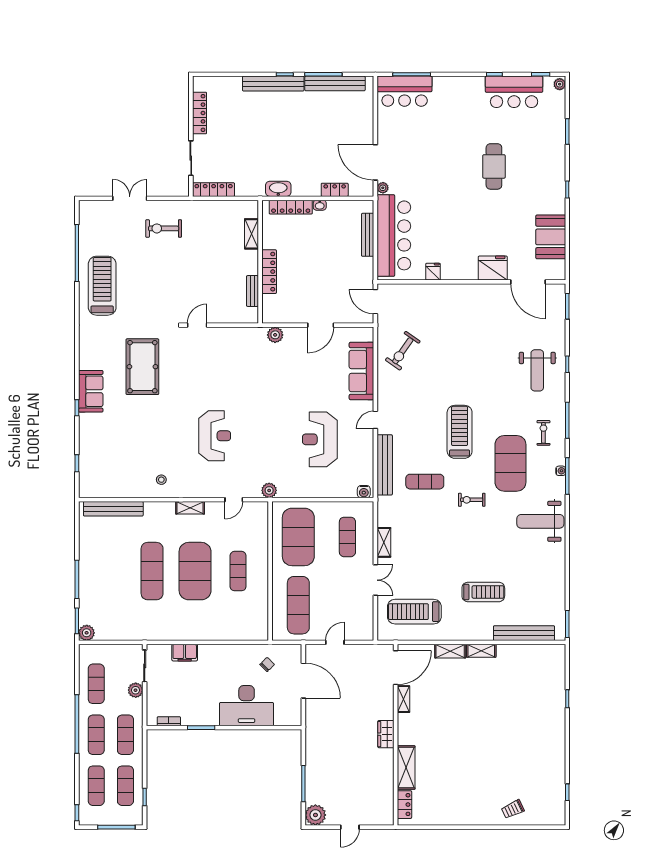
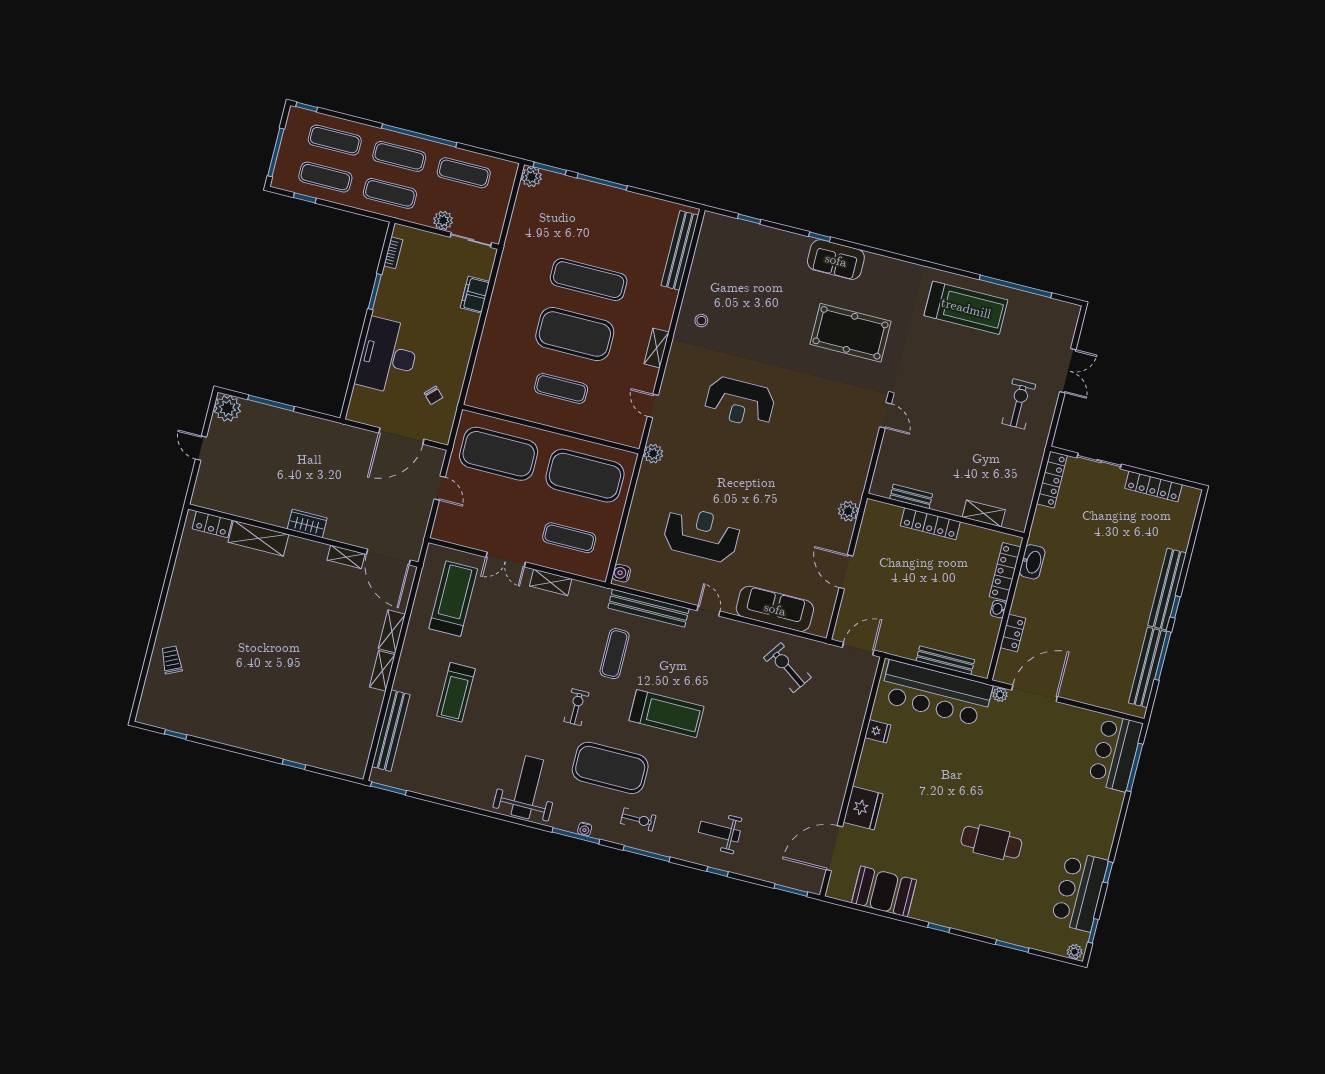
weight bench: (537, 370) -> (719, 832), width x0.73, depth x0.75
exercise mat: (298, 605) -> (499, 454), width x1.47

